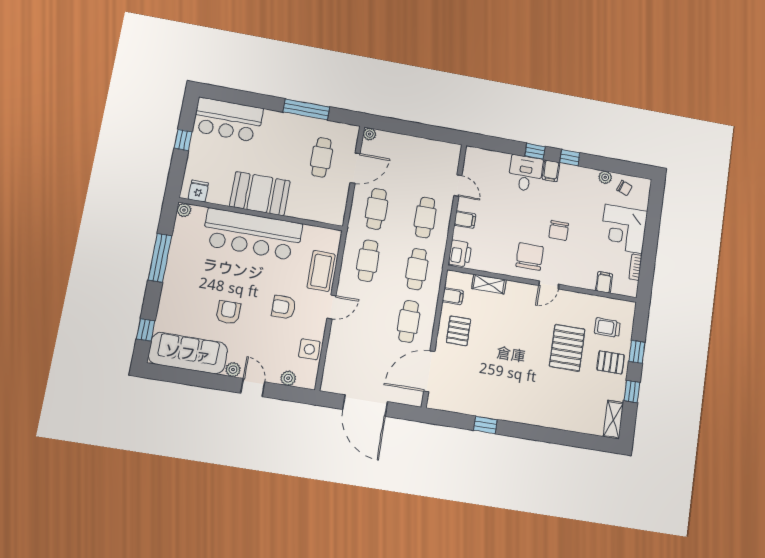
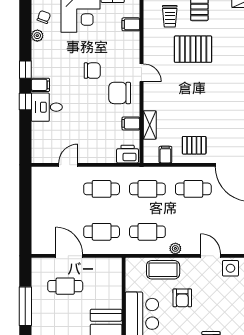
plant: (370, 134) -> (175, 248), moved
filing cabinet: (465, 220) -> (131, 123), moved, turned -90
armchair: (284, 307) -> (182, 298), moved
door: (331, 307) -> (211, 256), moved

